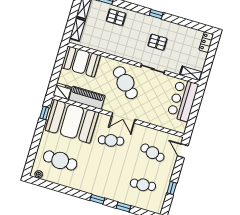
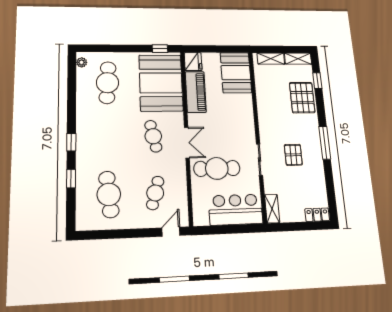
window: (156, 14) -> (325, 143), width x2.17
pallet: (116, 17) -> (302, 98), width x1.50, depth x1.42
cafe table: (125, 83) -> (217, 168), moved, turned 46
double door: (123, 118) -> (187, 143), swing flipped
cafe table: (143, 185) -> (109, 194), width x1.37, depth x1.35
window: (172, 188) -> (117, 234), removed

